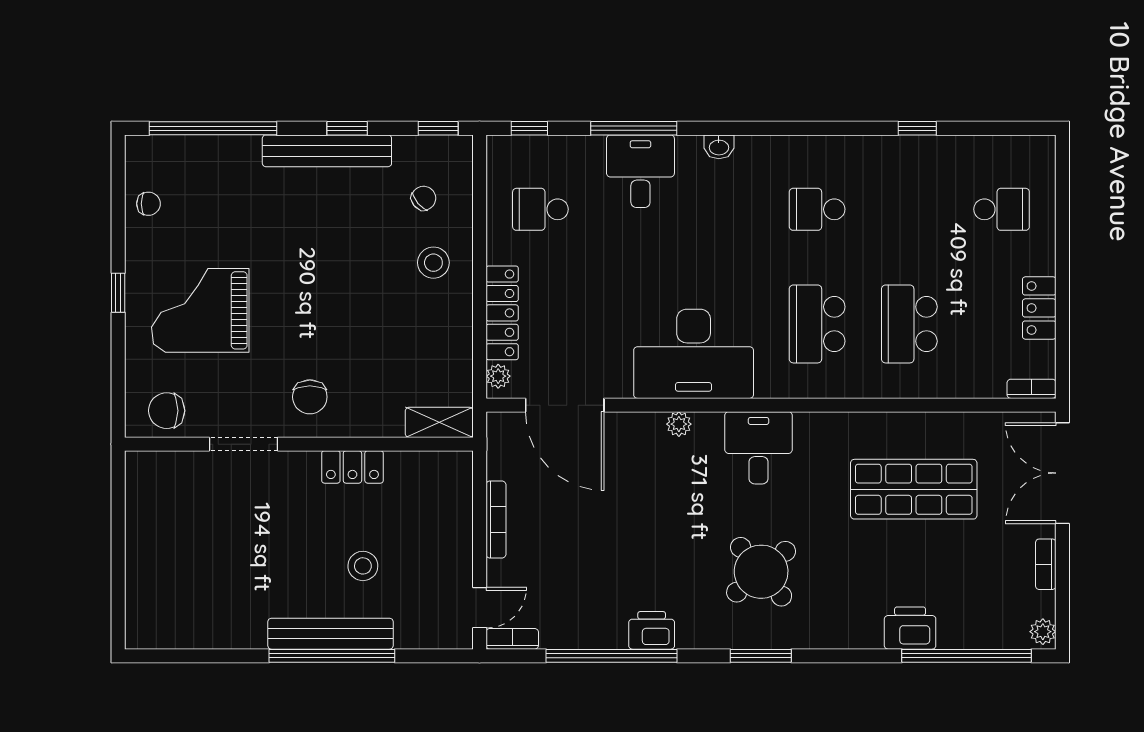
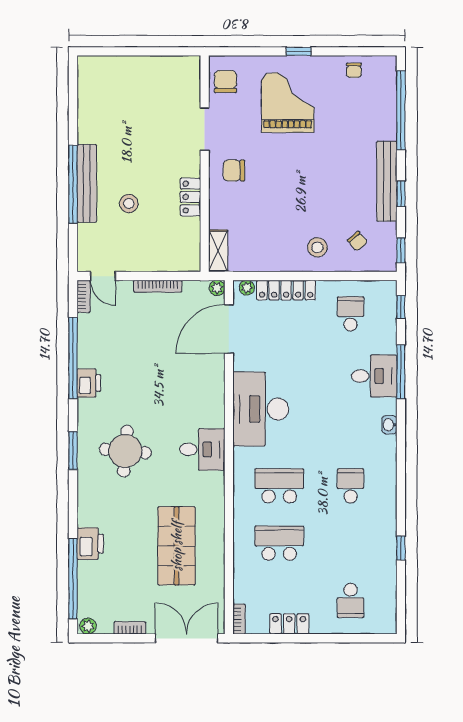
plant: (679, 424) -> (217, 288), moved
round table: (761, 572) -> (125, 451), turned 45

